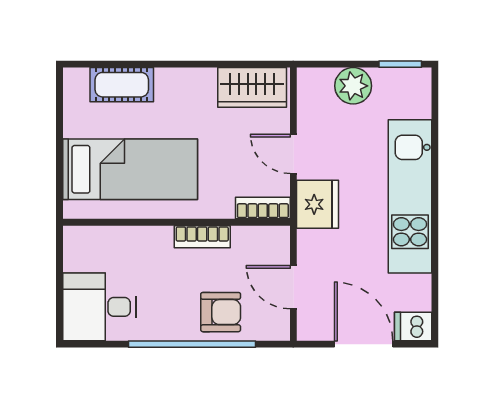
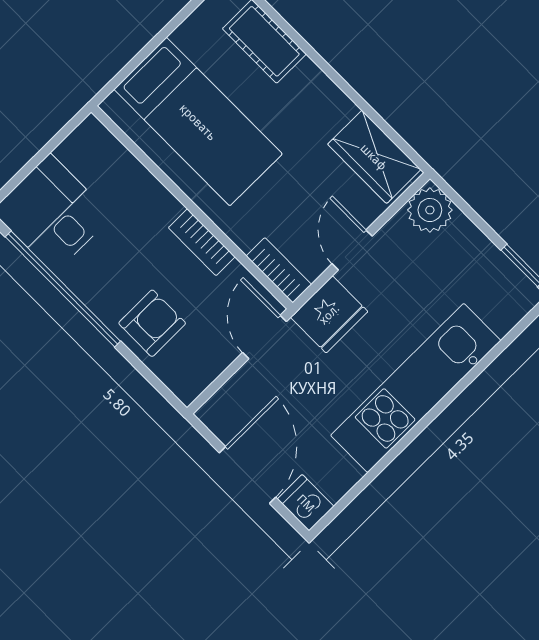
plant: (353, 86) -> (430, 210), moved
door: (293, 287) -> (265, 337), moved
armchair: (221, 312) -> (152, 323), turned -90
window: (192, 344) -> (63, 289), moved

